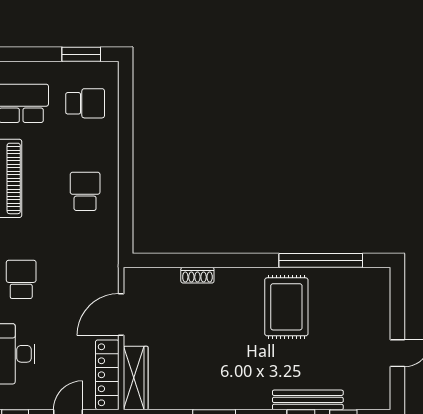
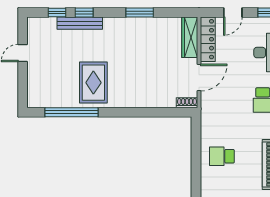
school desk: (85, 191) -> (222, 156), turned 90
shoe rack: (197, 275) -> (187, 103), moved

